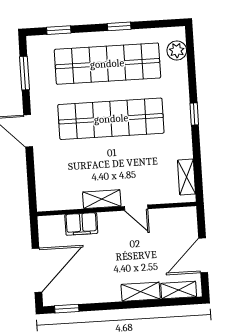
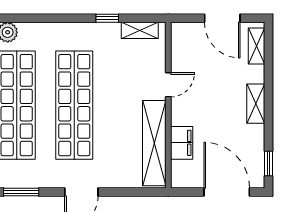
window: (194, 114) -> (107, 18), moved
shelving: (102, 199) -> (154, 143), width x2.20, depth x1.33
shelving: (141, 292) -> (256, 104), moved

